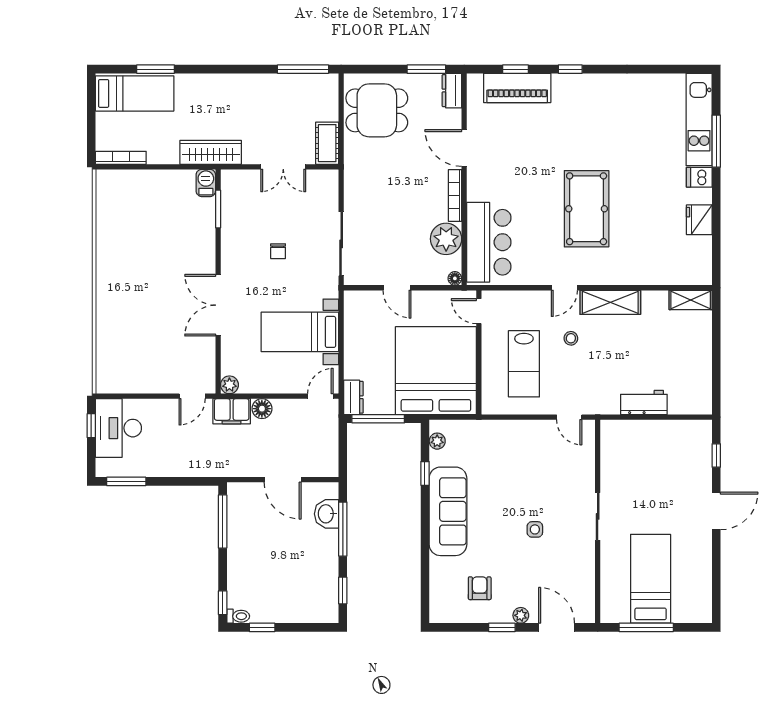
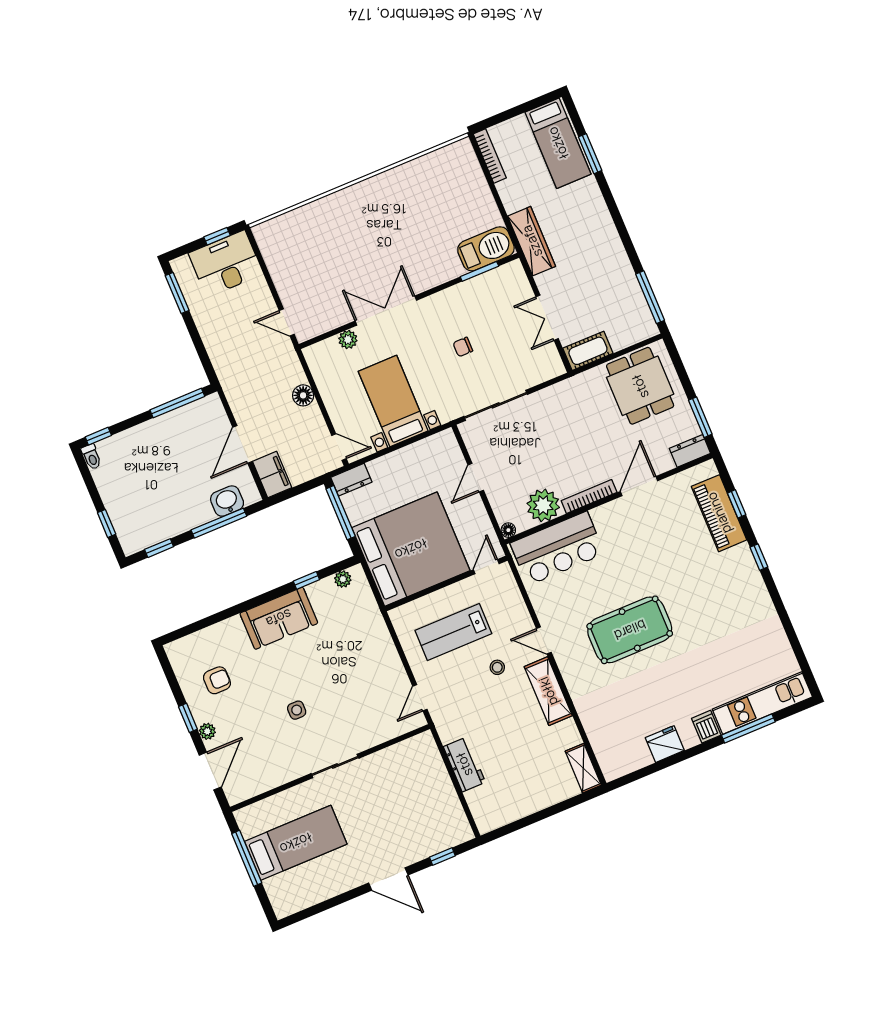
barbecue: (206, 183) -> (486, 249), width x1.88, depth x1.53
plant: (229, 385) -> (348, 340), moved
filing cabinet: (232, 411) -> (272, 475), moved, turned 180
sofa: (448, 511) -> (279, 618), width x0.73
window: (262, 627) -> (107, 523), moved

